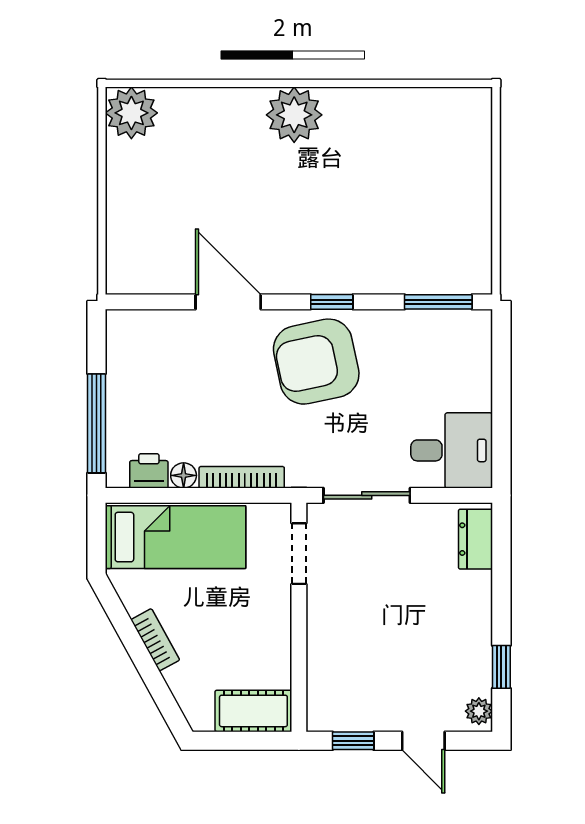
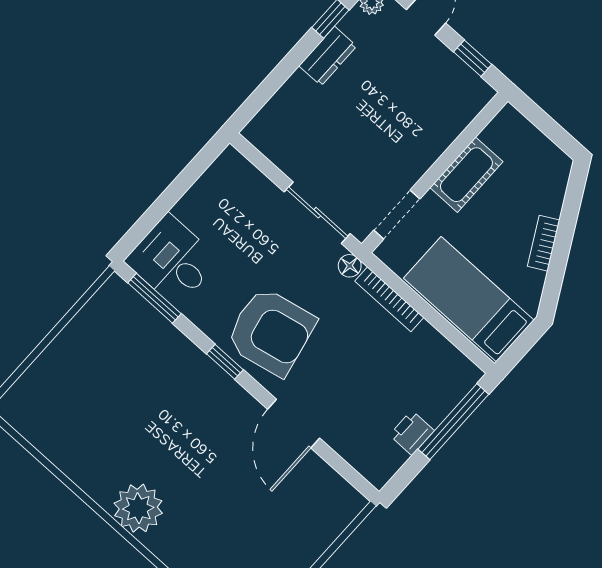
desk: (452, 450) -> (172, 260), moved
printer: (149, 471) -> (412, 433), moved, turned 90
floor lamp: (184, 475) -> (350, 266), moved
dresser: (475, 539) -> (328, 56), moved
cot: (253, 711) -> (466, 175), moved, turned 90

